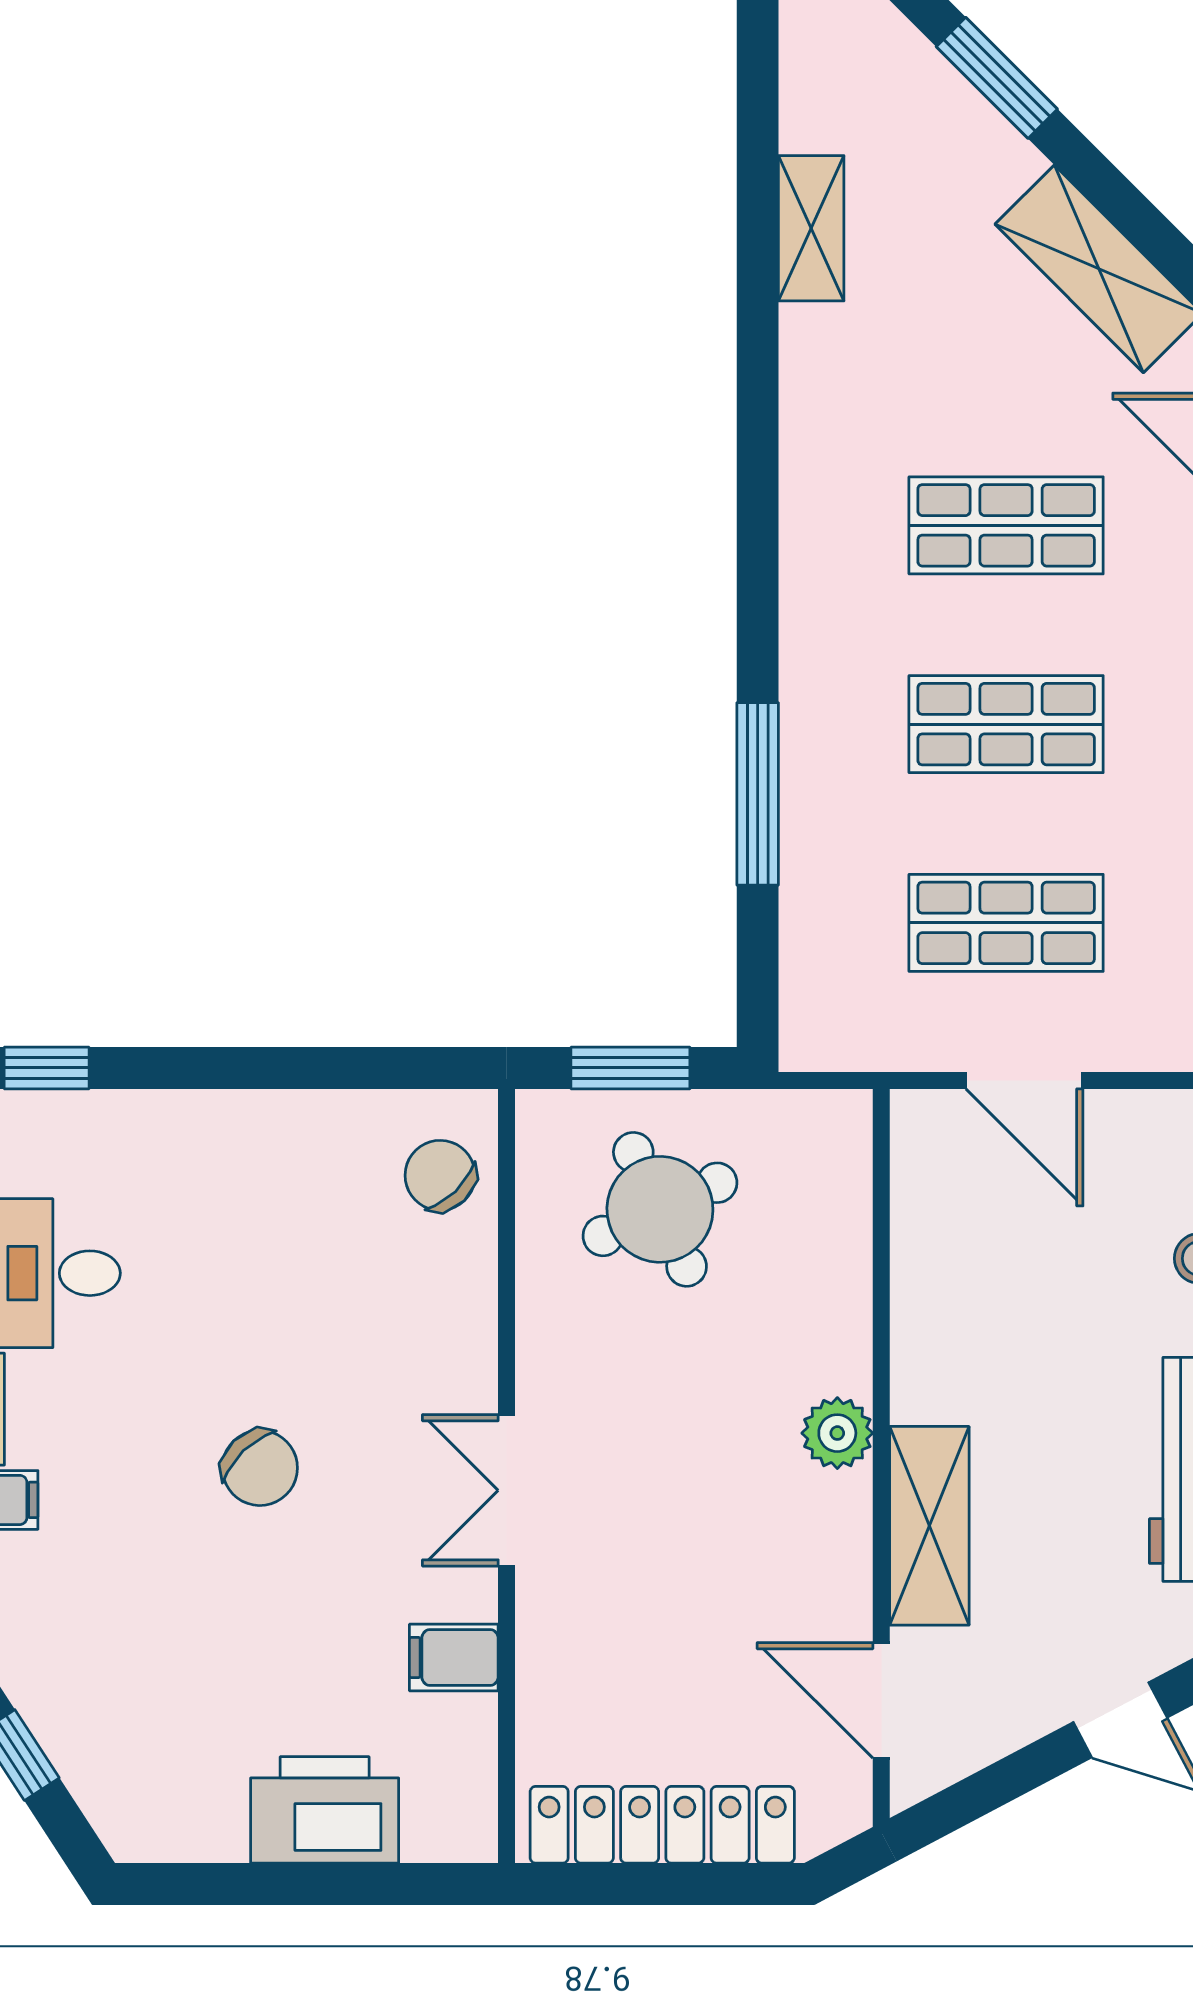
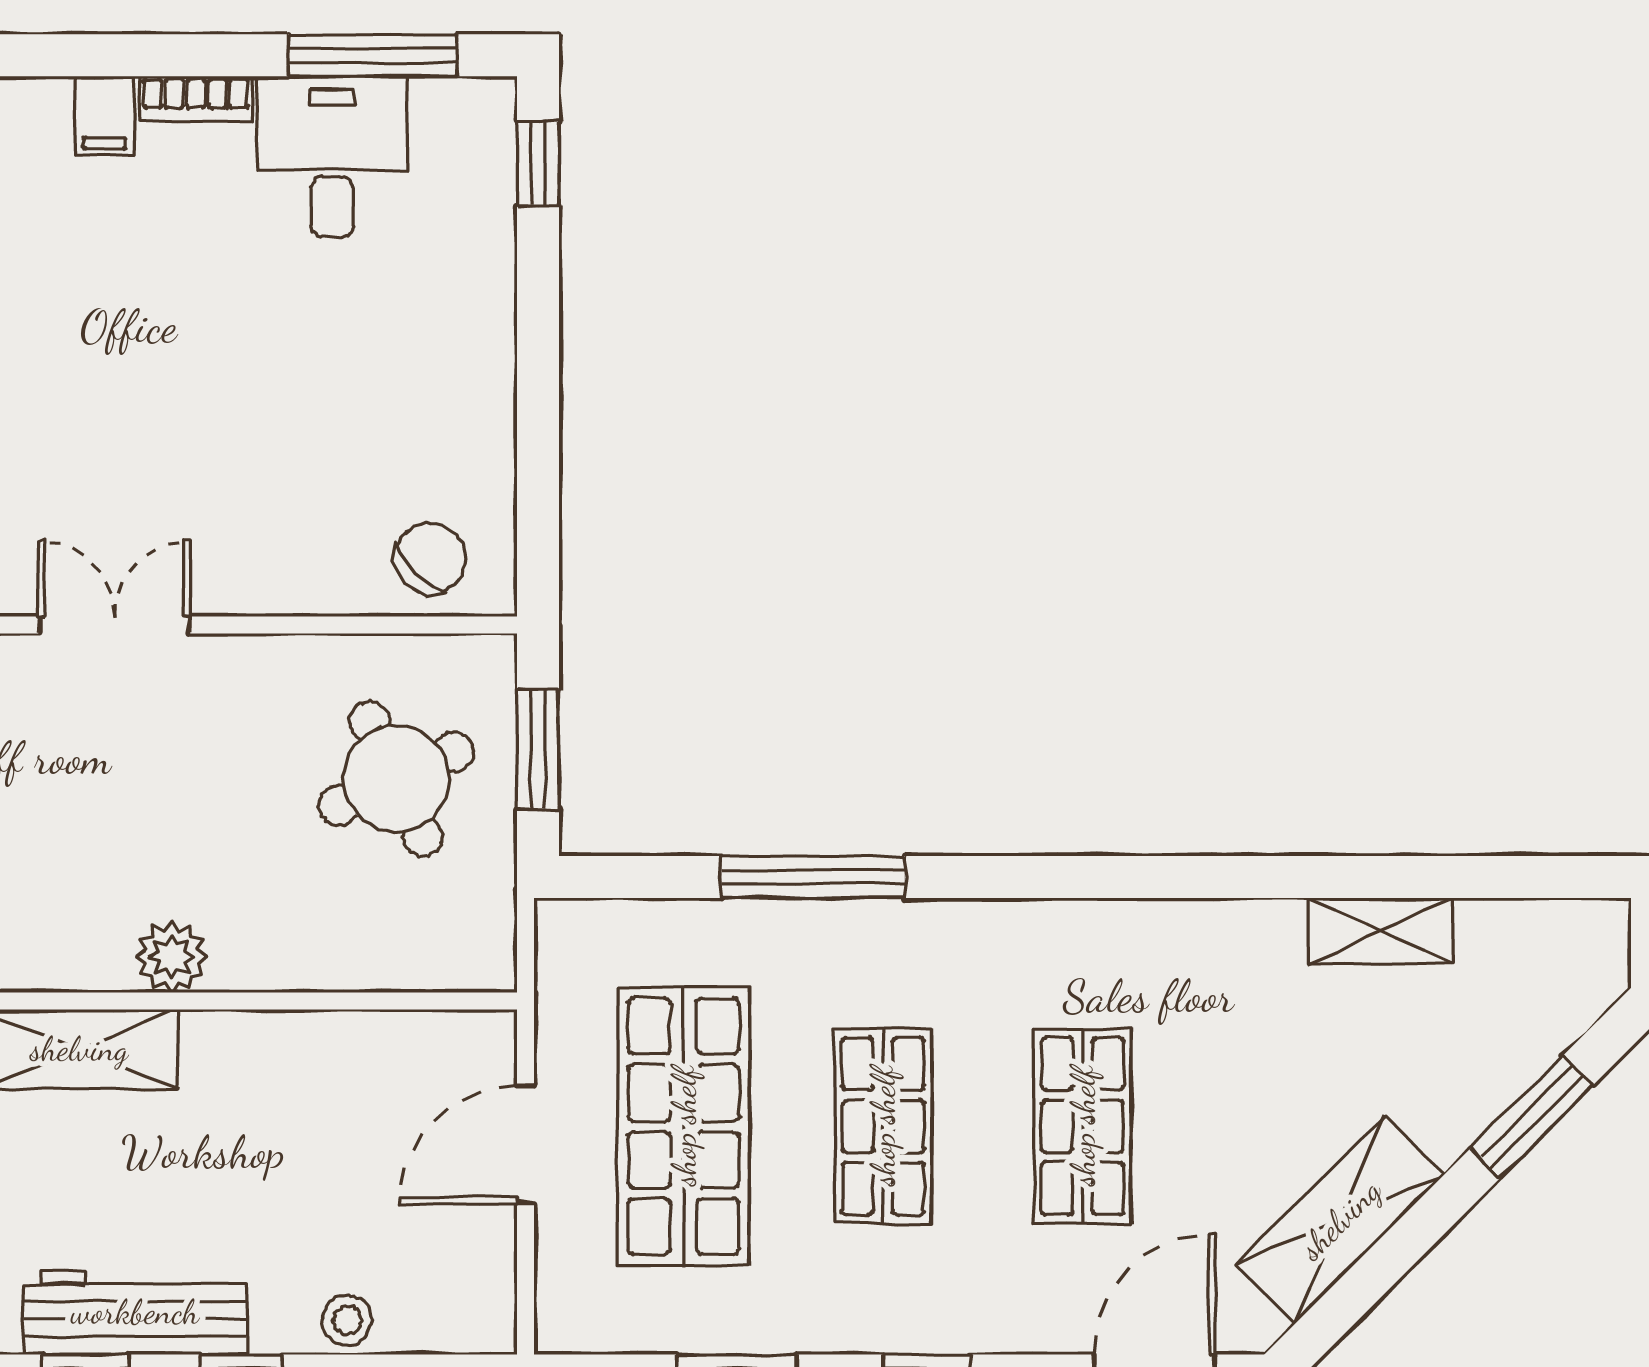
shop shelf: (1006, 923) -> (684, 1126), width x1.43, depth x1.36
chair: (260, 1468) -> (137, 377), removed

